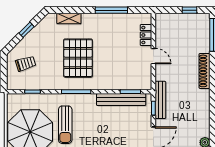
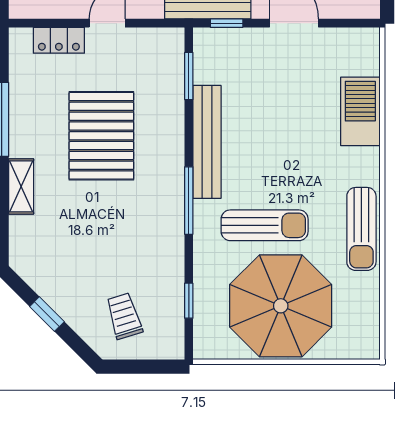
shelving: (69, 19) -> (21, 186), moved
pallet: (78, 58) -> (101, 136), moved, turned 90
bench: (121, 100) -> (207, 142), moved

